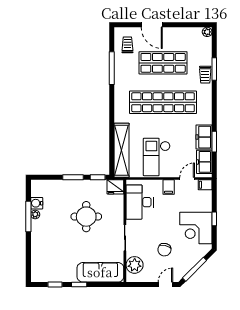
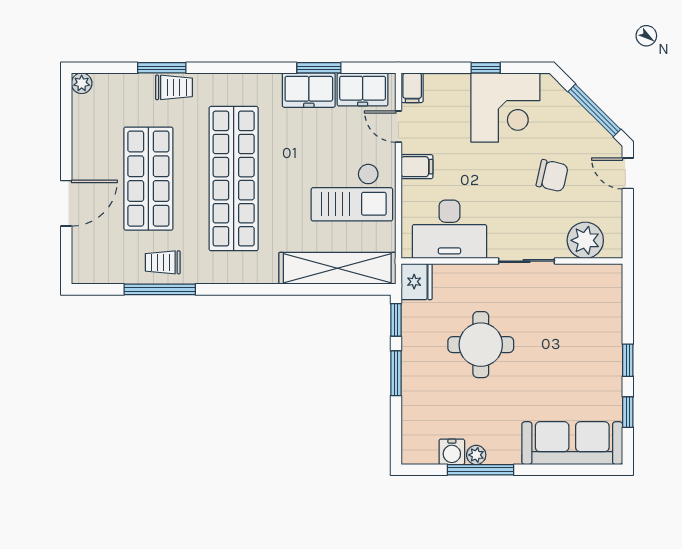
trolley: (127, 45) -> (163, 262), moved
sofa: (100, 272) -> (572, 443), moved, turned 90

